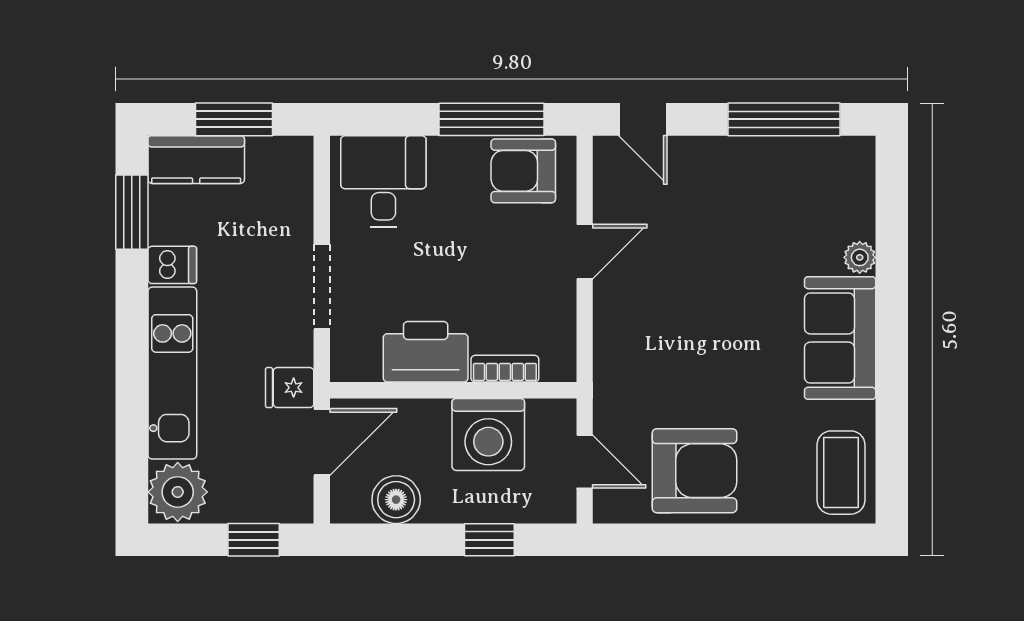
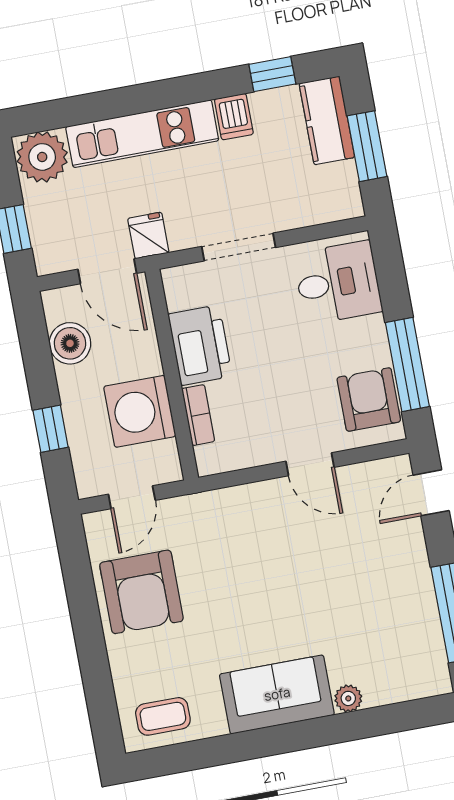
window: (132, 212) -> (272, 74), width x0.67
coffee table: (841, 473) -> (163, 716), width x0.73, depth x0.77

